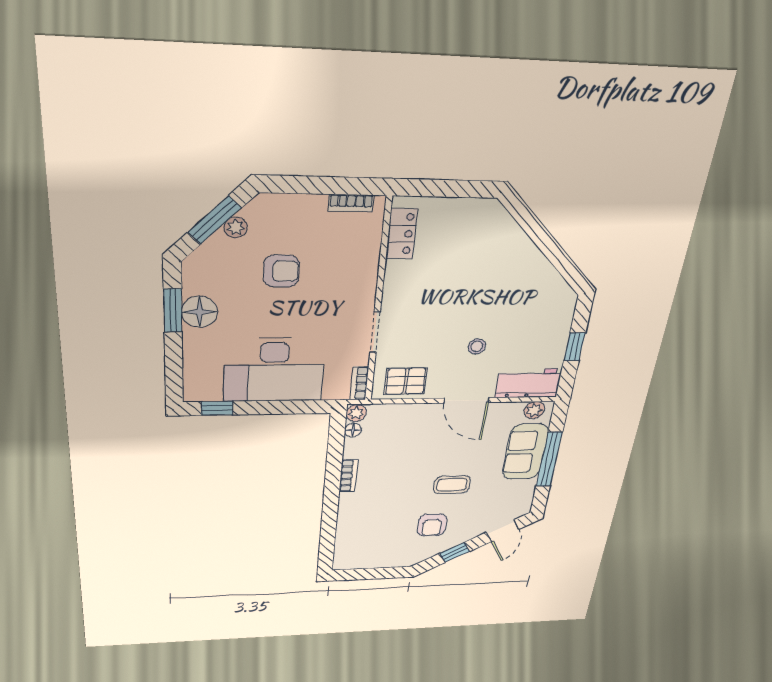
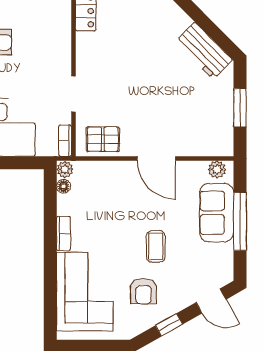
stool: (477, 346) -> (157, 107), removed
window: (575, 347) -> (240, 108), width x1.50
workbench: (528, 383) -> (204, 51), moved, turned -135
coffee table: (452, 485) -> (156, 246), turned 90
corner sofa: (367, 528) -> (85, 292), added
door: (503, 531) -> (211, 301), hinge flipped

